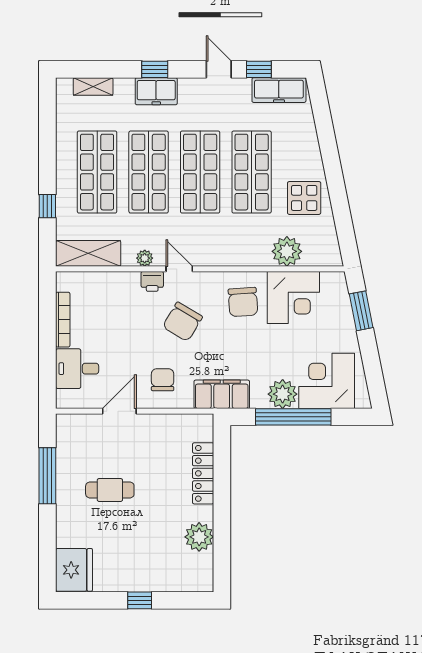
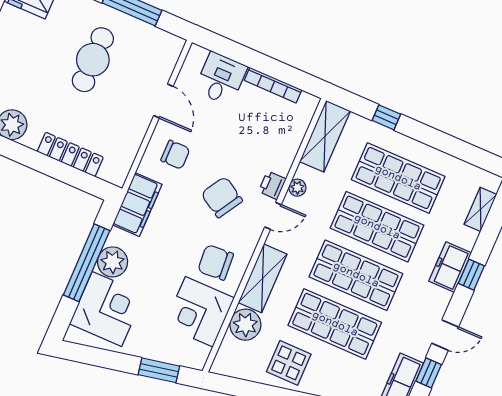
shelving: (239, 254) -> (263, 278), added
cafe table: (110, 490) -> (93, 60), width x1.37, depth x1.35

